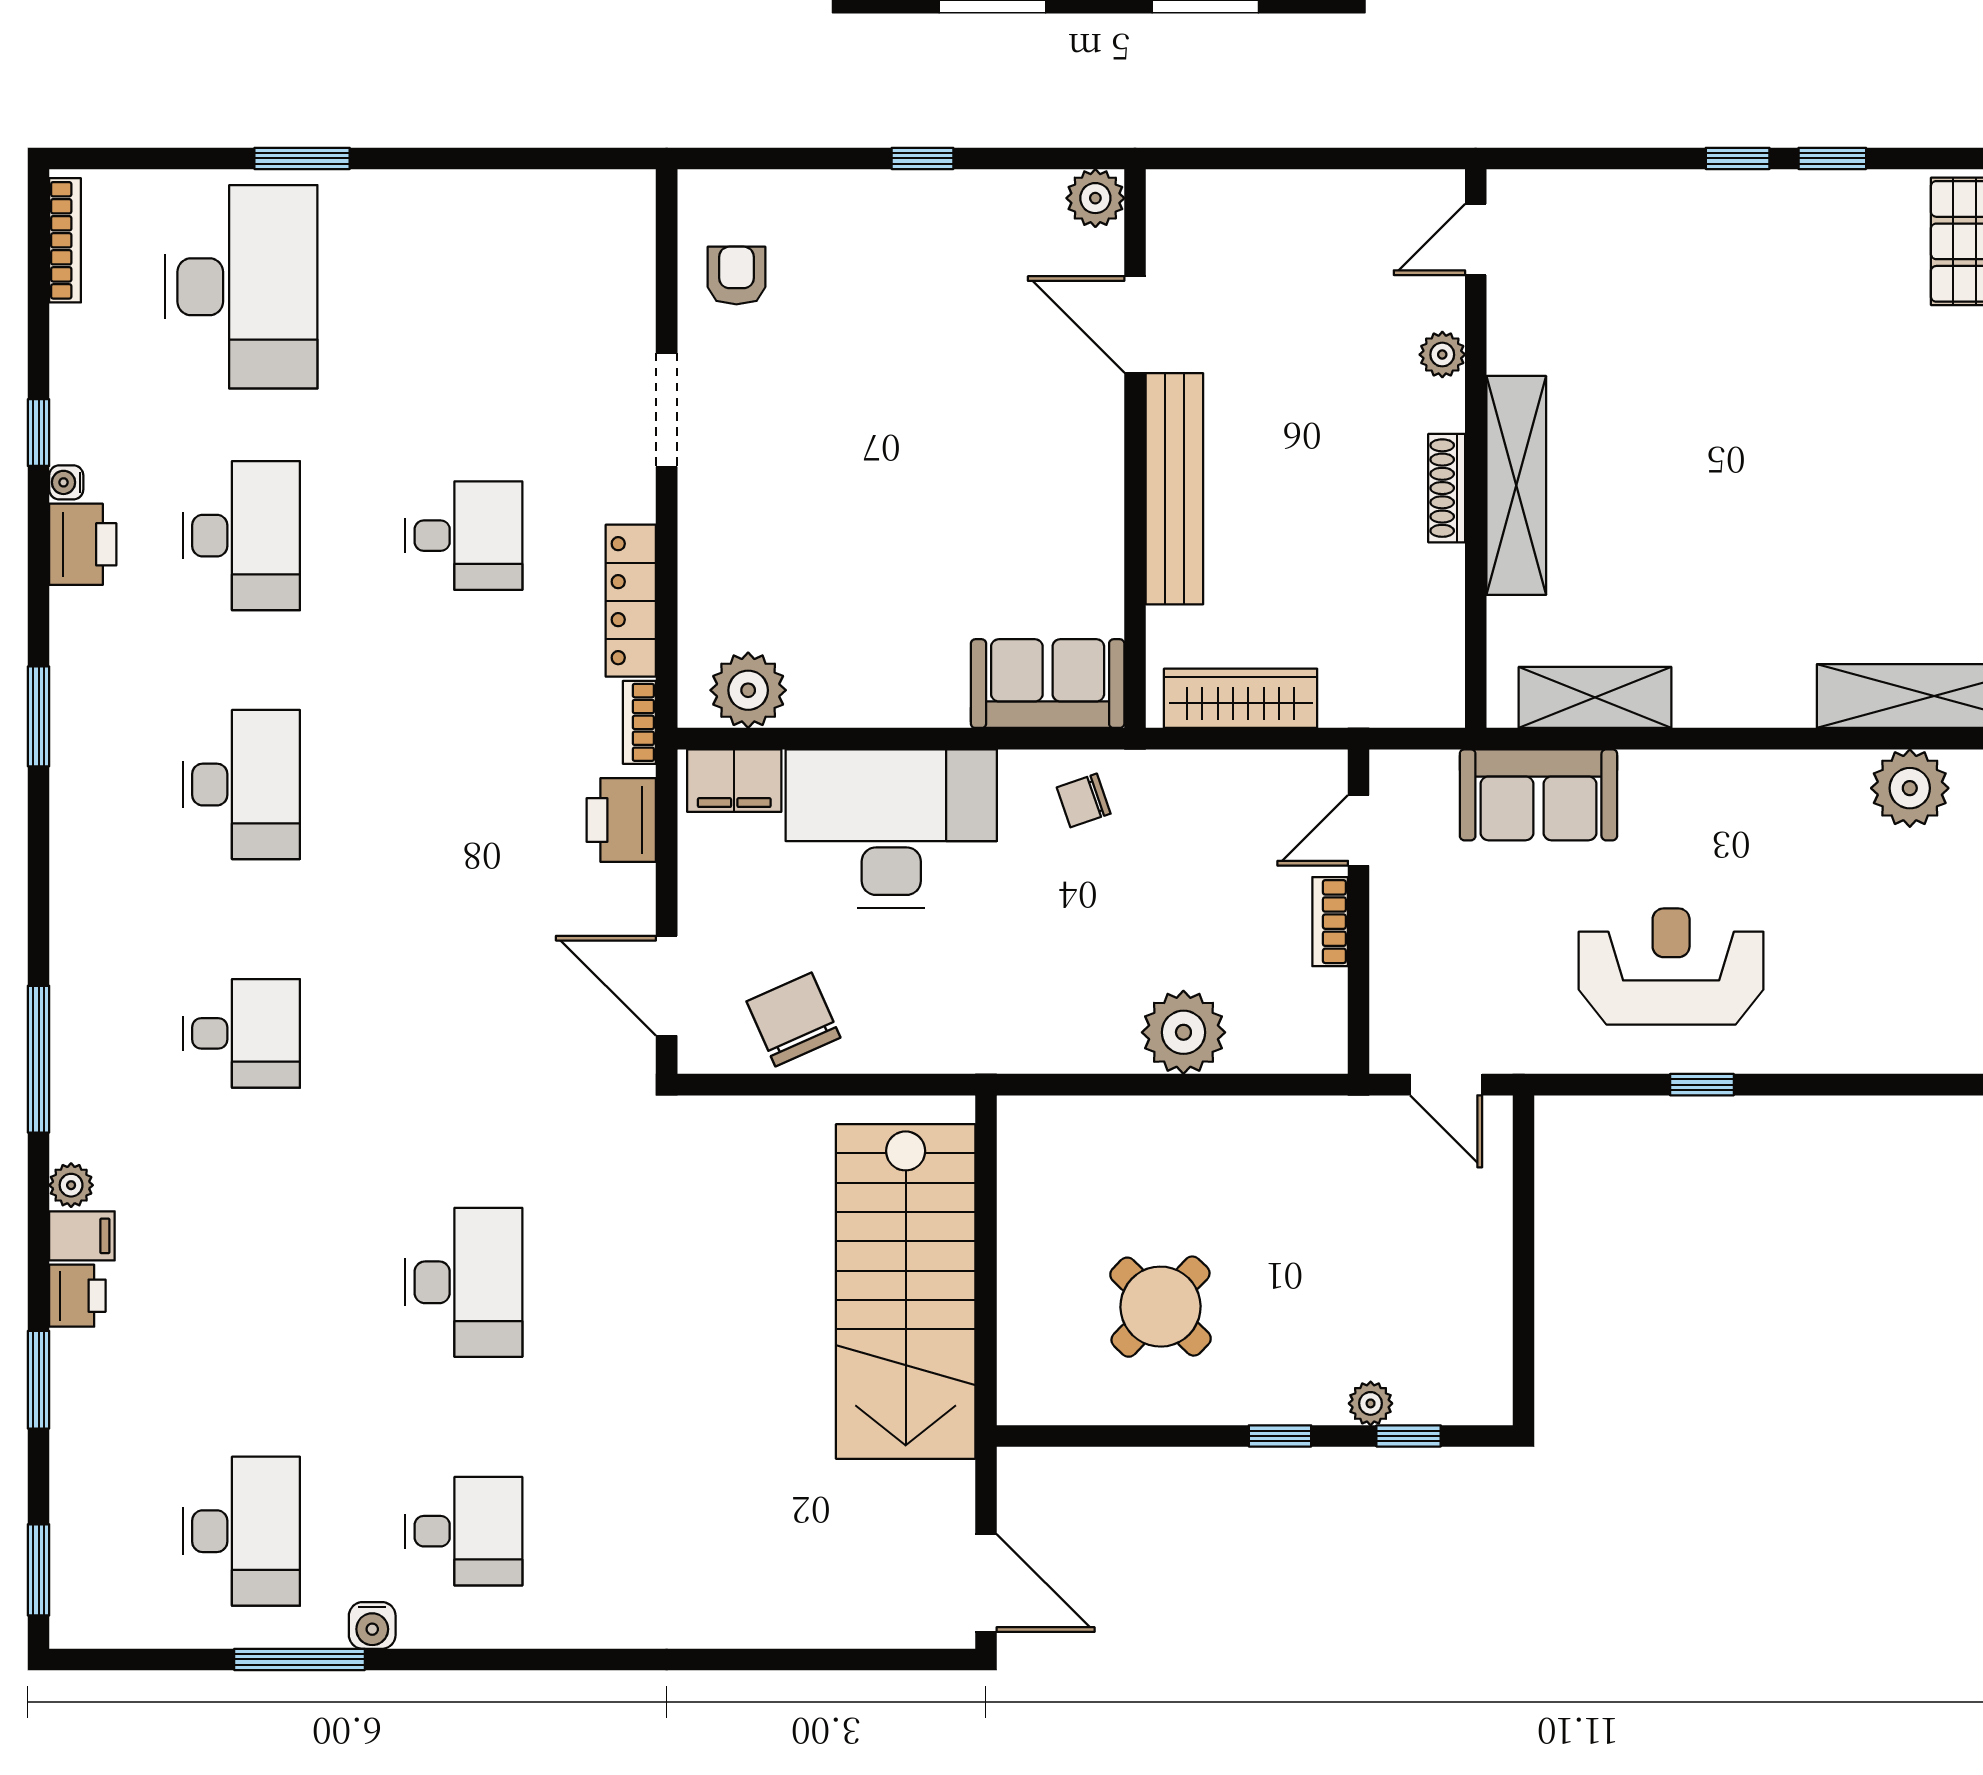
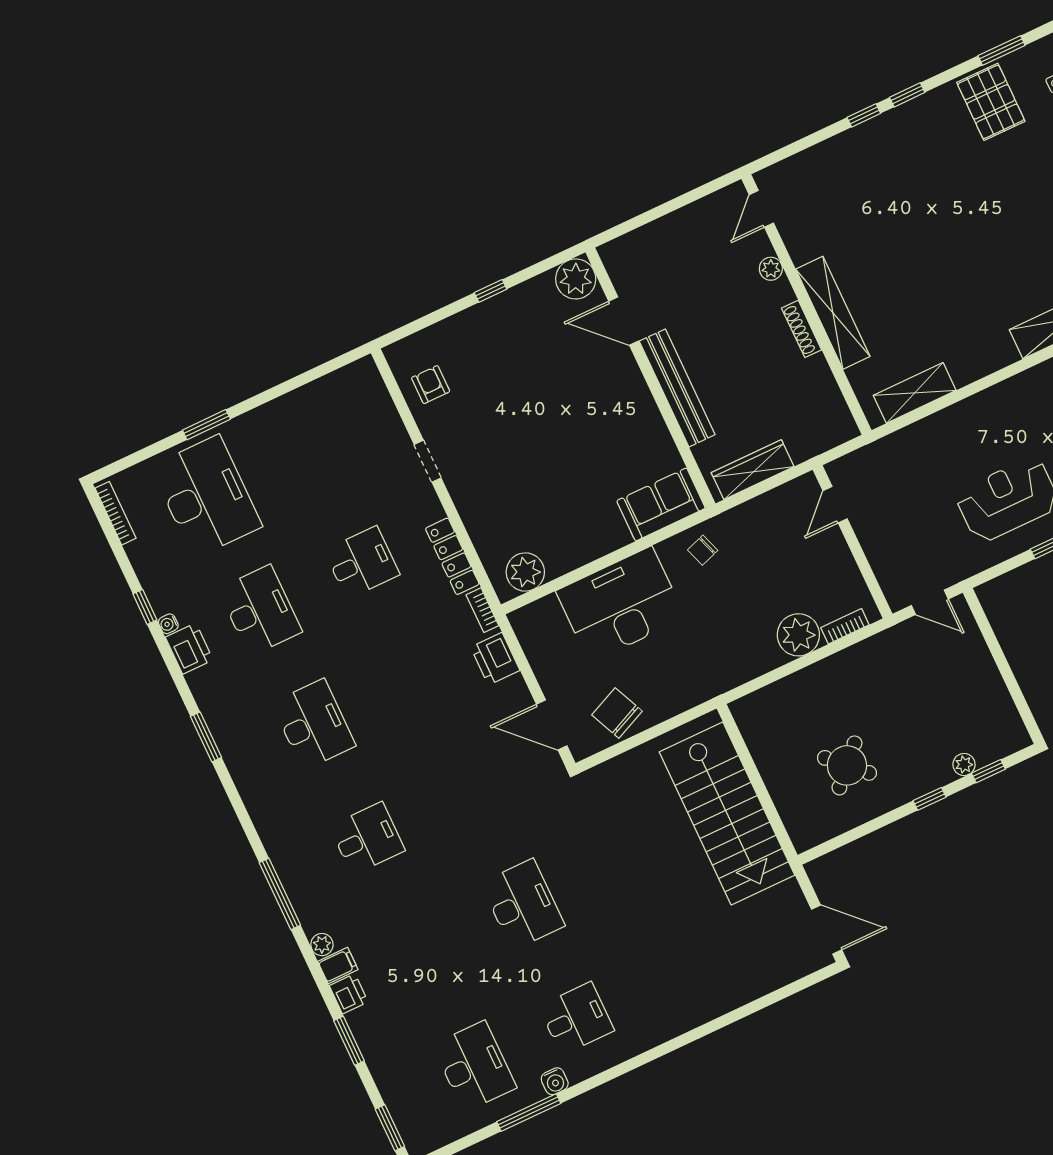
plant: (1095, 198) -> (576, 279), width x1.36, depth x1.36
doorway: (667, 410) -> (428, 461), width x0.73
filing cabinet: (734, 781) -> (538, 616), removed
sofa: (1538, 795) -> (910, 450), removed
bookcase: (1330, 922) -> (845, 626), moved, turned 90

